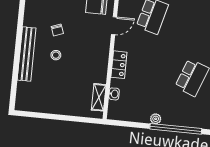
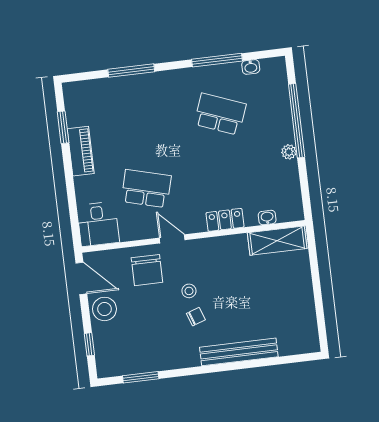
stool: (56, 55) -> (189, 291), moved
shelving: (99, 97) -> (277, 241), width x1.50, depth x1.33

